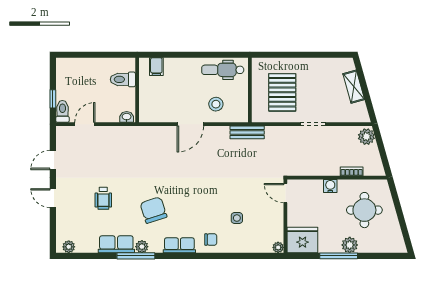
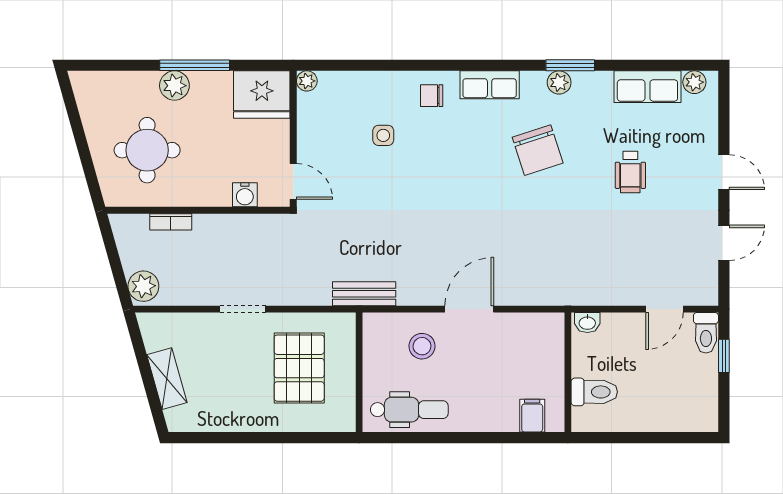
water cooler: (330, 186) -> (245, 195), moved
wheelchair: (103, 198) -> (630, 172), turned 180
row of seats: (116, 244) -> (647, 87), moved
window: (136, 256) -> (570, 65), width x0.69

